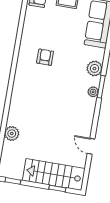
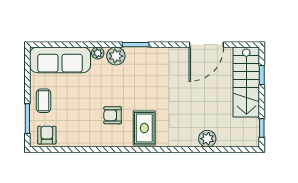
rug: (30, 82) -> (144, 128), added
plant: (93, 92) -> (98, 53), moved
door: (91, 146) -> (206, 45), width x1.87

